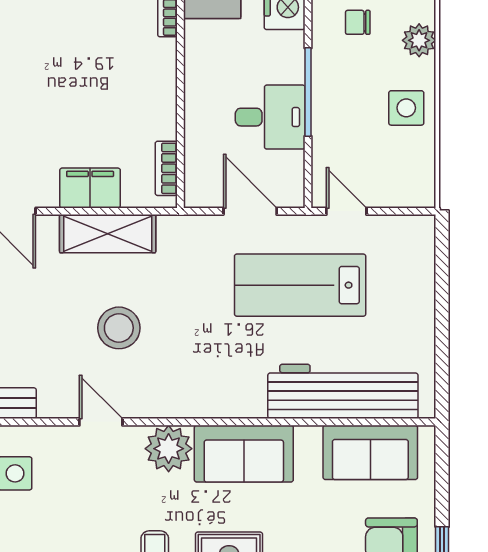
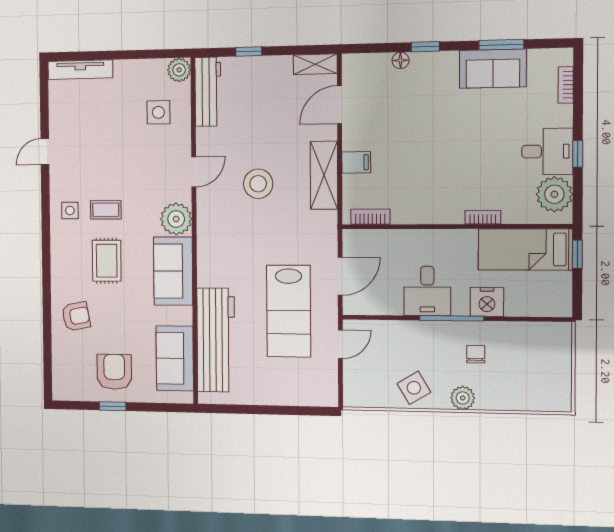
window: (308, 92) -> (452, 318), moved
side table: (406, 108) -> (414, 388), turned -31
desk: (270, 117) -> (427, 291), moved
filing cabinet: (90, 188) -> (356, 162), width x0.50
lab bench: (300, 285) -> (289, 311), turned 180

